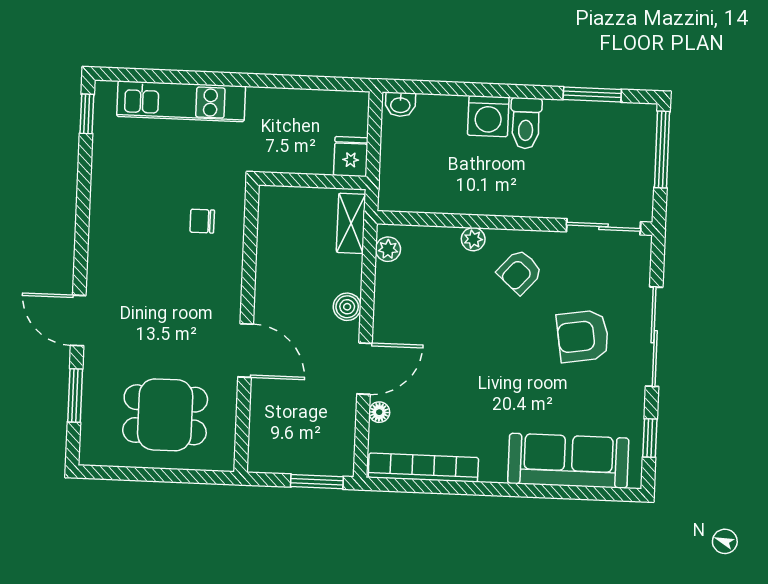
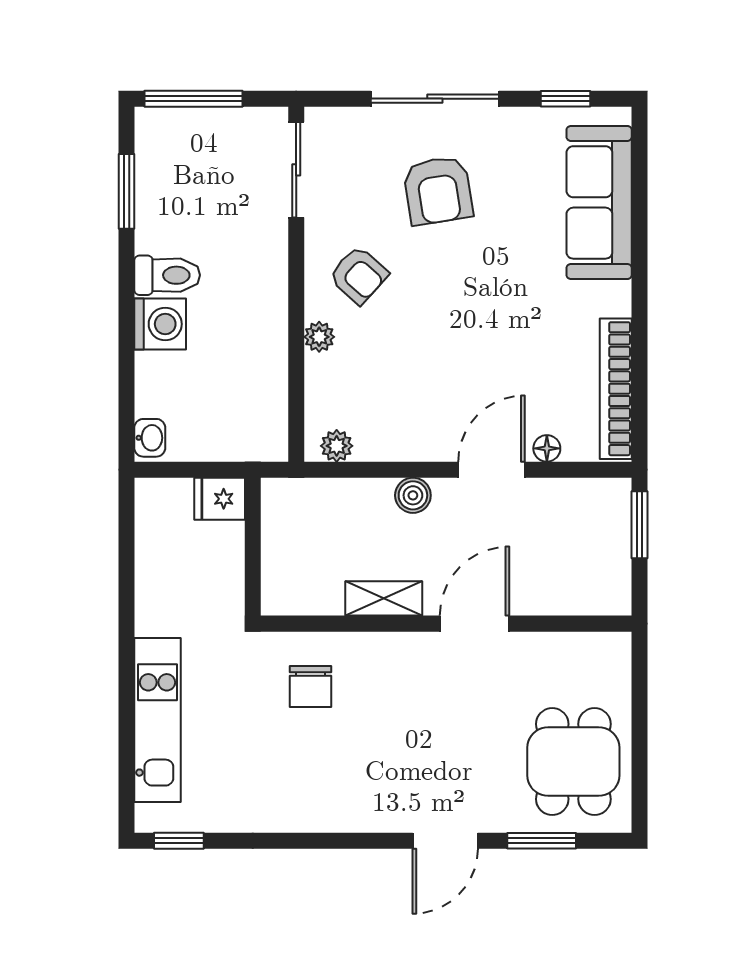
chair: (202, 221) -> (311, 686), width x1.37, depth x1.37
shelving: (351, 223) -> (384, 598), moved
door: (364, 369) -> (491, 470), hinge flipped
dining table: (165, 415) -> (573, 762), moved

